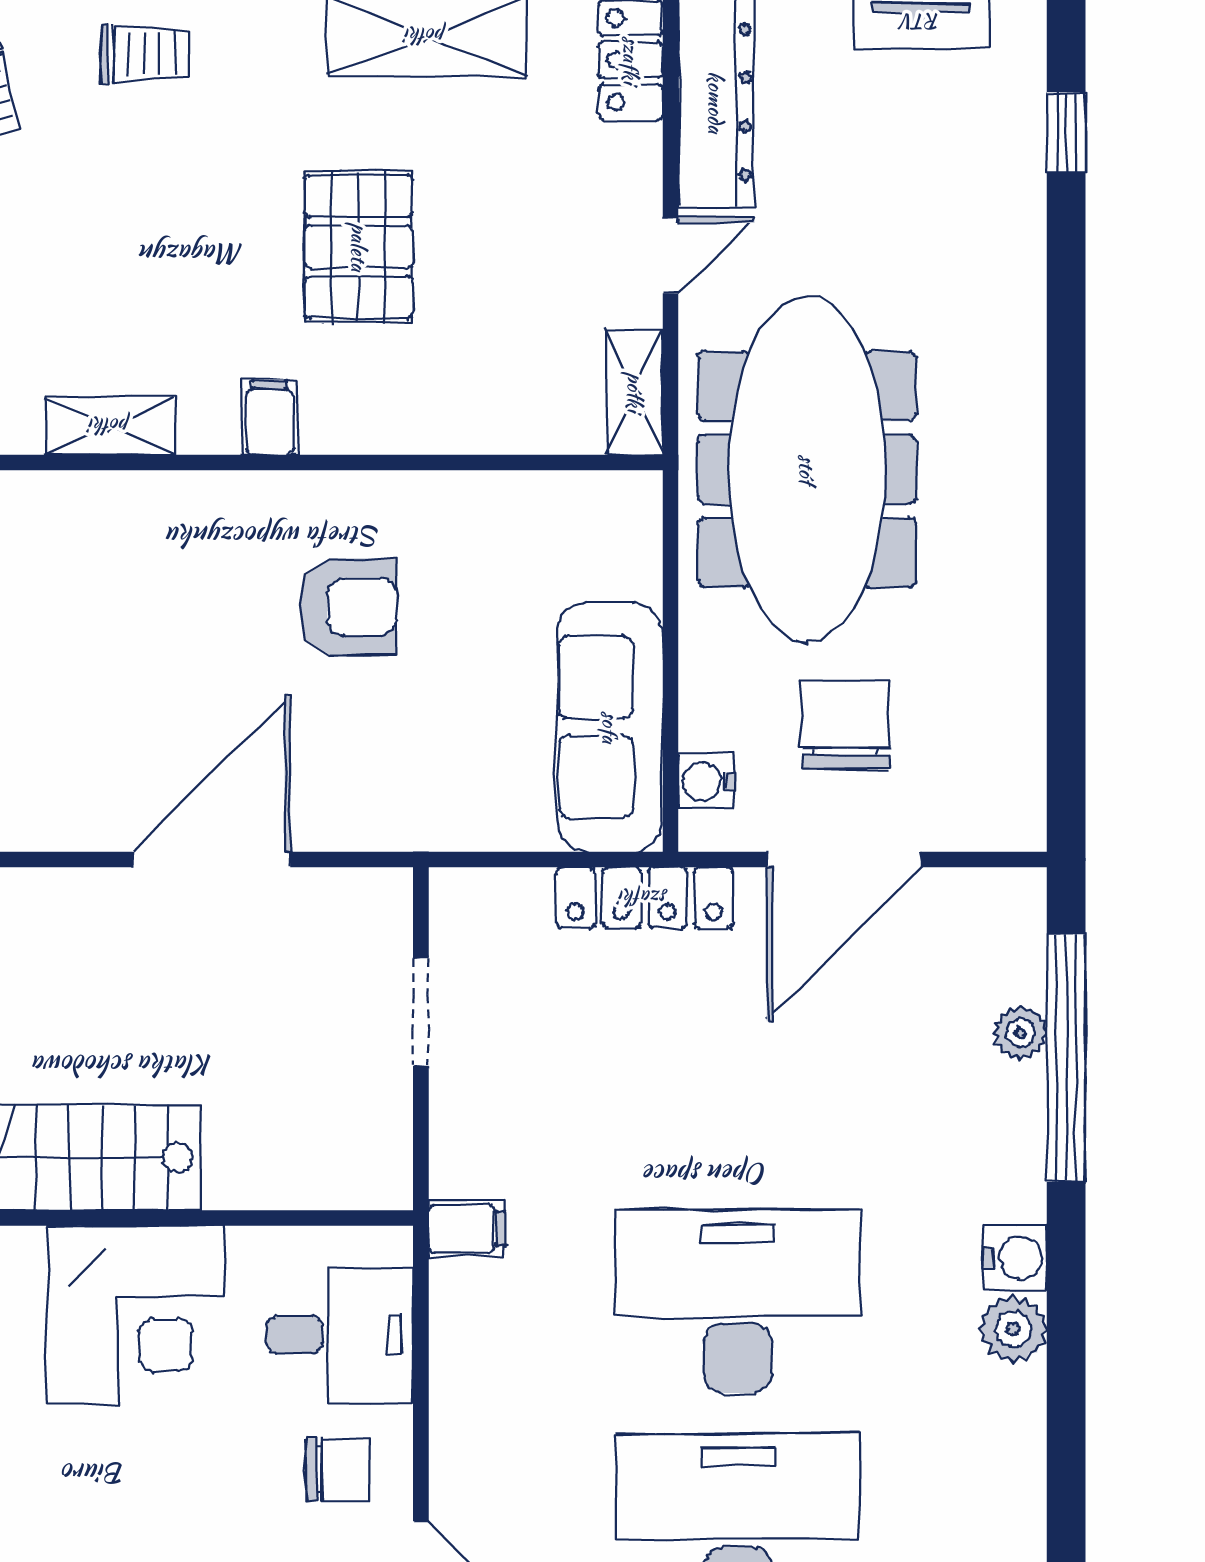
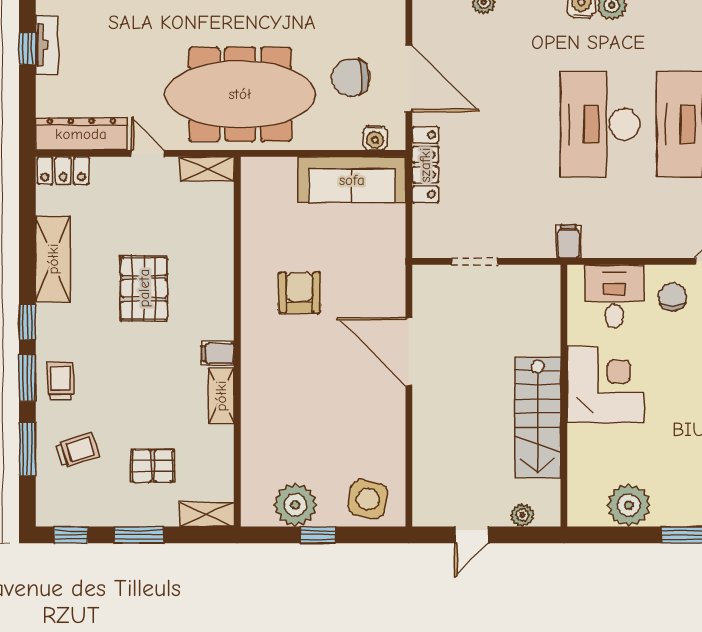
pallet: (359, 247) -> (144, 288), turned 90
filing cabinet: (269, 417) -> (218, 353), moved

